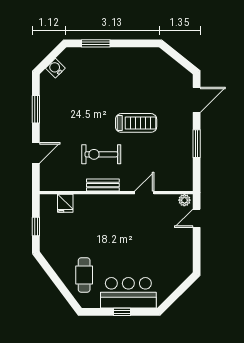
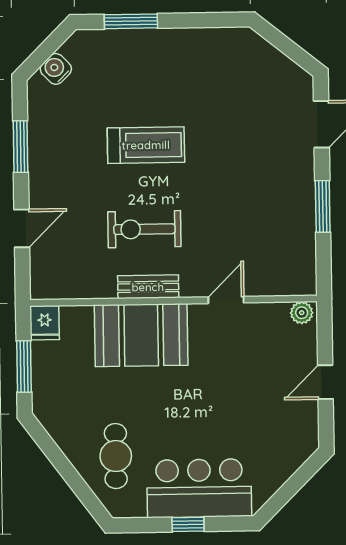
treadmill: (136, 123) -> (146, 145), moved
fridge: (65, 203) -> (45, 323), moved
booth: (99, 211) -> (141, 335), added
door: (197, 218) -> (325, 382), moved
window: (36, 227) -> (24, 367), width x1.50

